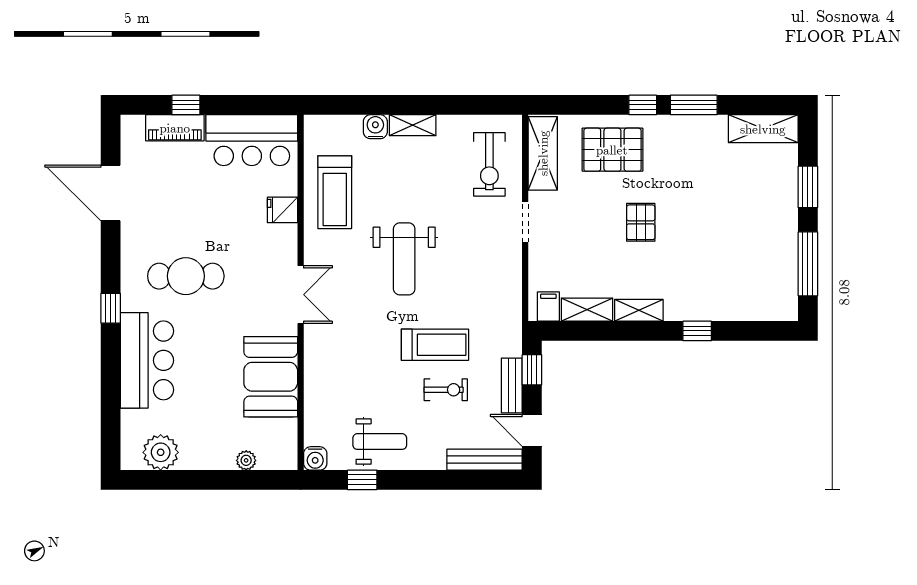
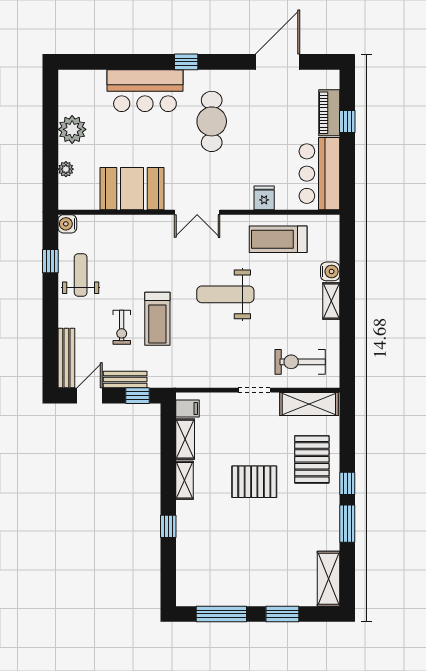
pallet: (641, 222) -> (254, 482), width x1.50, depth x1.42
weight bench: (380, 442) -> (81, 275), turned 180
plant: (161, 452) -> (72, 129), moved

